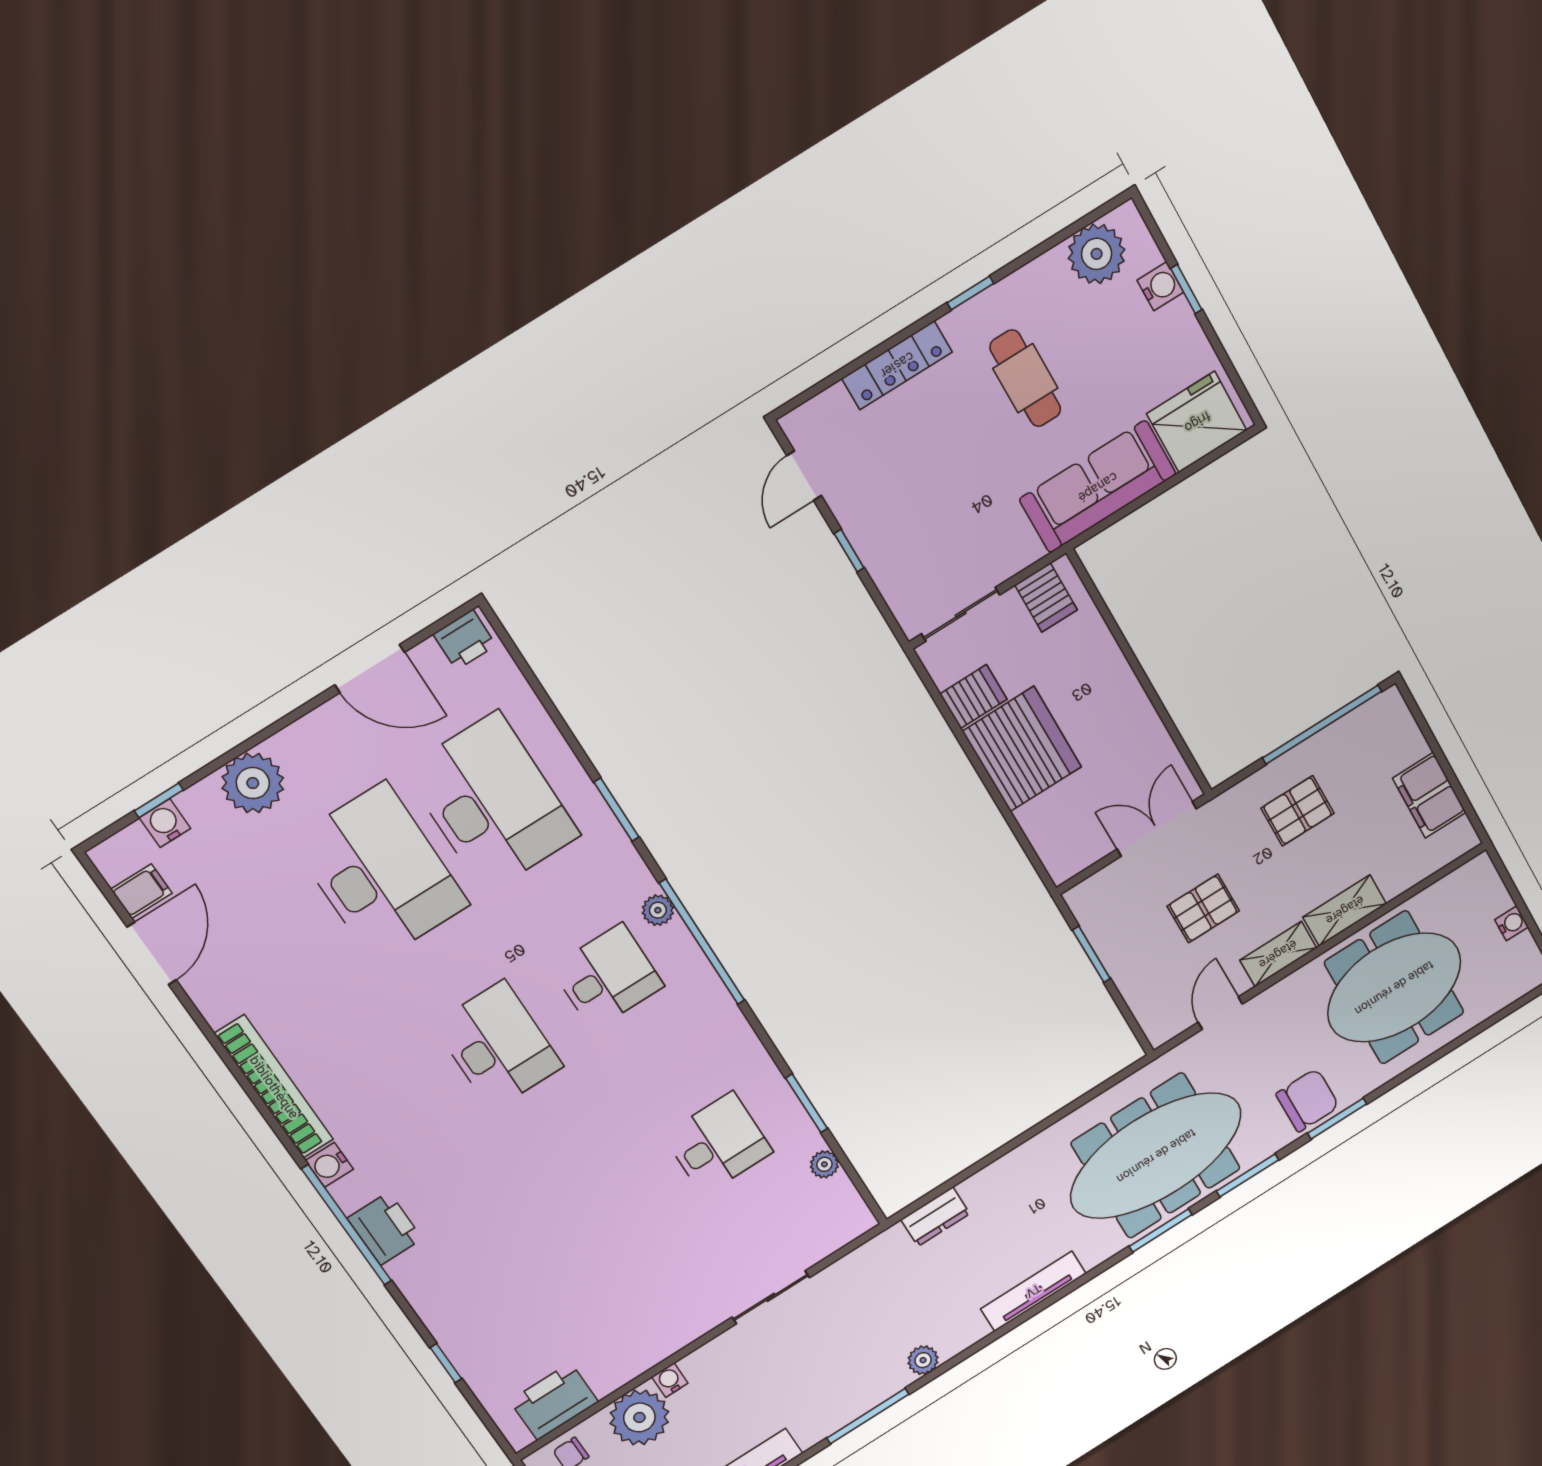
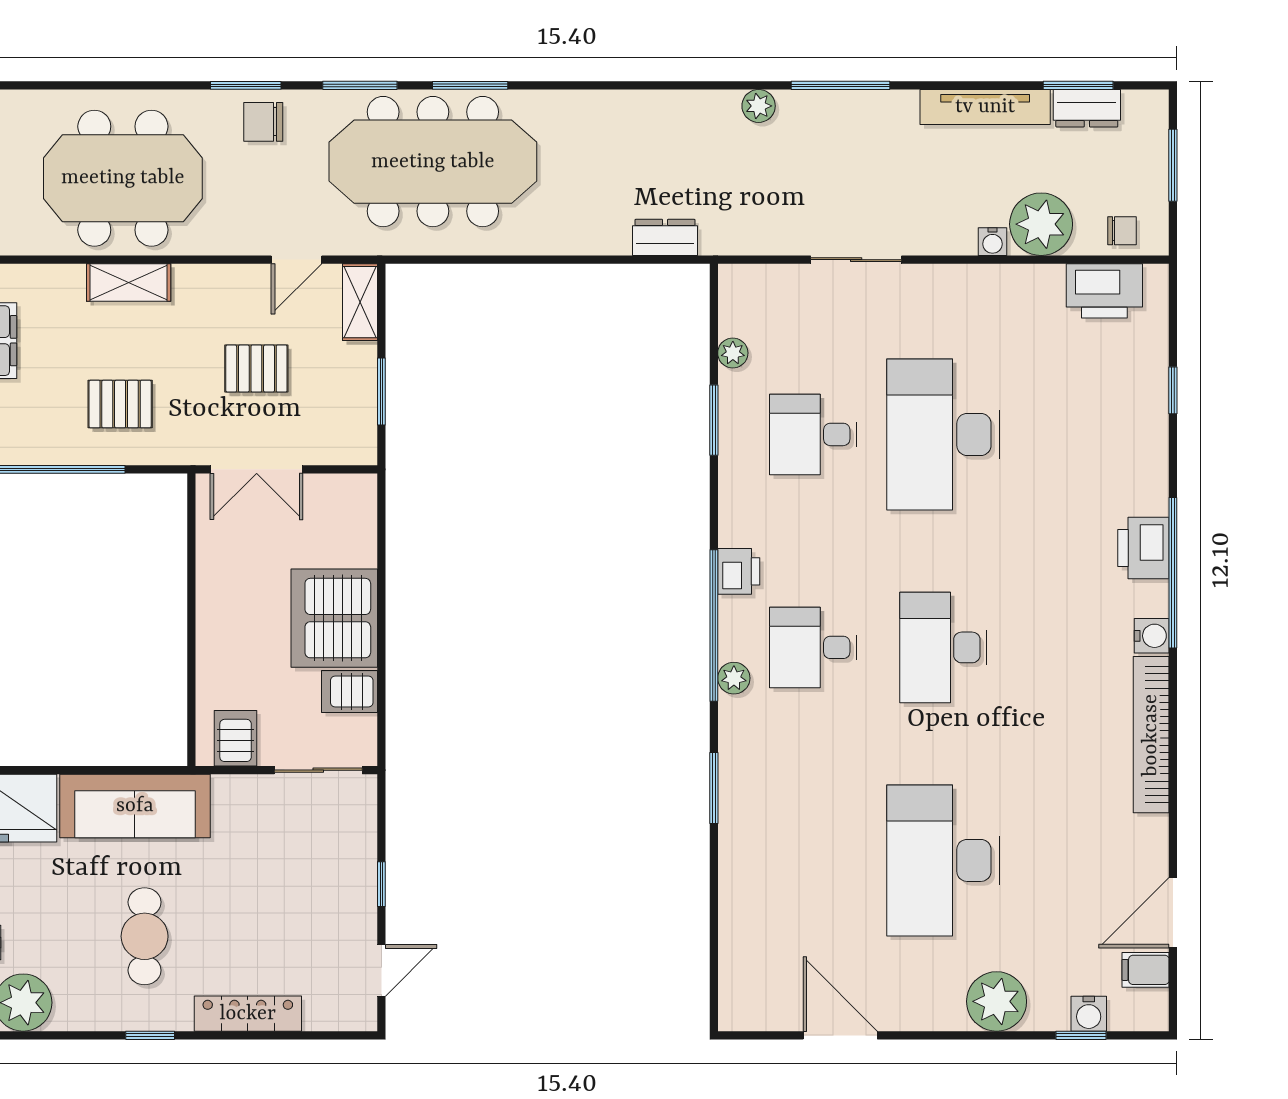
printer: (465, 640) -> (739, 571), moved, turned 90
desk: (492, 803) -> (943, 434), moved
shelving: (1278, 954) -> (360, 302), moved, turned 90
chair: (1308, 1100) -> (263, 122), width x0.73, depth x0.73
tv unit: (1033, 1291) -> (620, 105), removed

